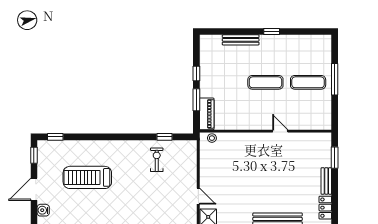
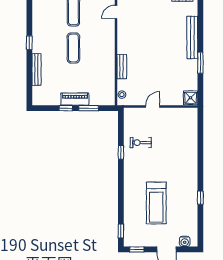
piano: (207, 114) -> (75, 99), moved
door: (280, 131) -> (116, 12), moved
window: (165, 137) -> (121, 152), moved
bench: (244, 138) -> (122, 67), added
door: (198, 196) -> (153, 106), moved

